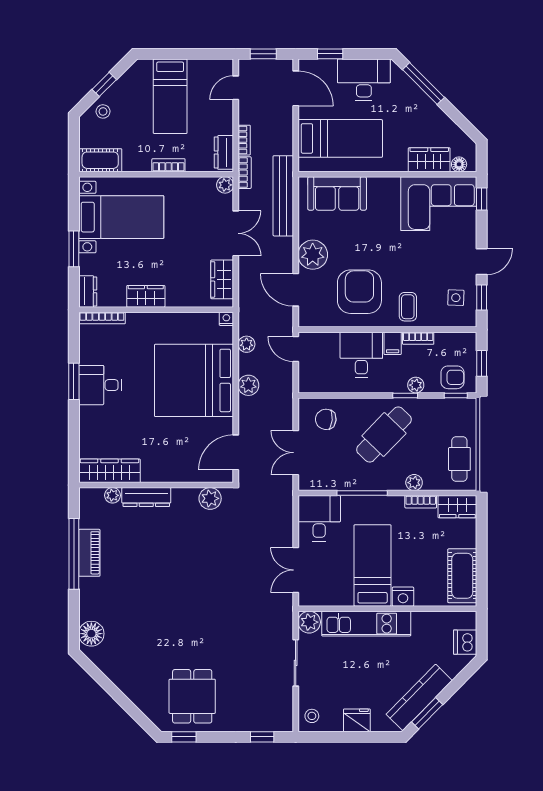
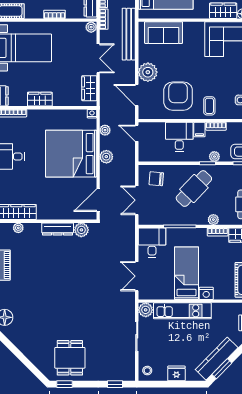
dresser: (146, 497) -> (58, 229), moved

